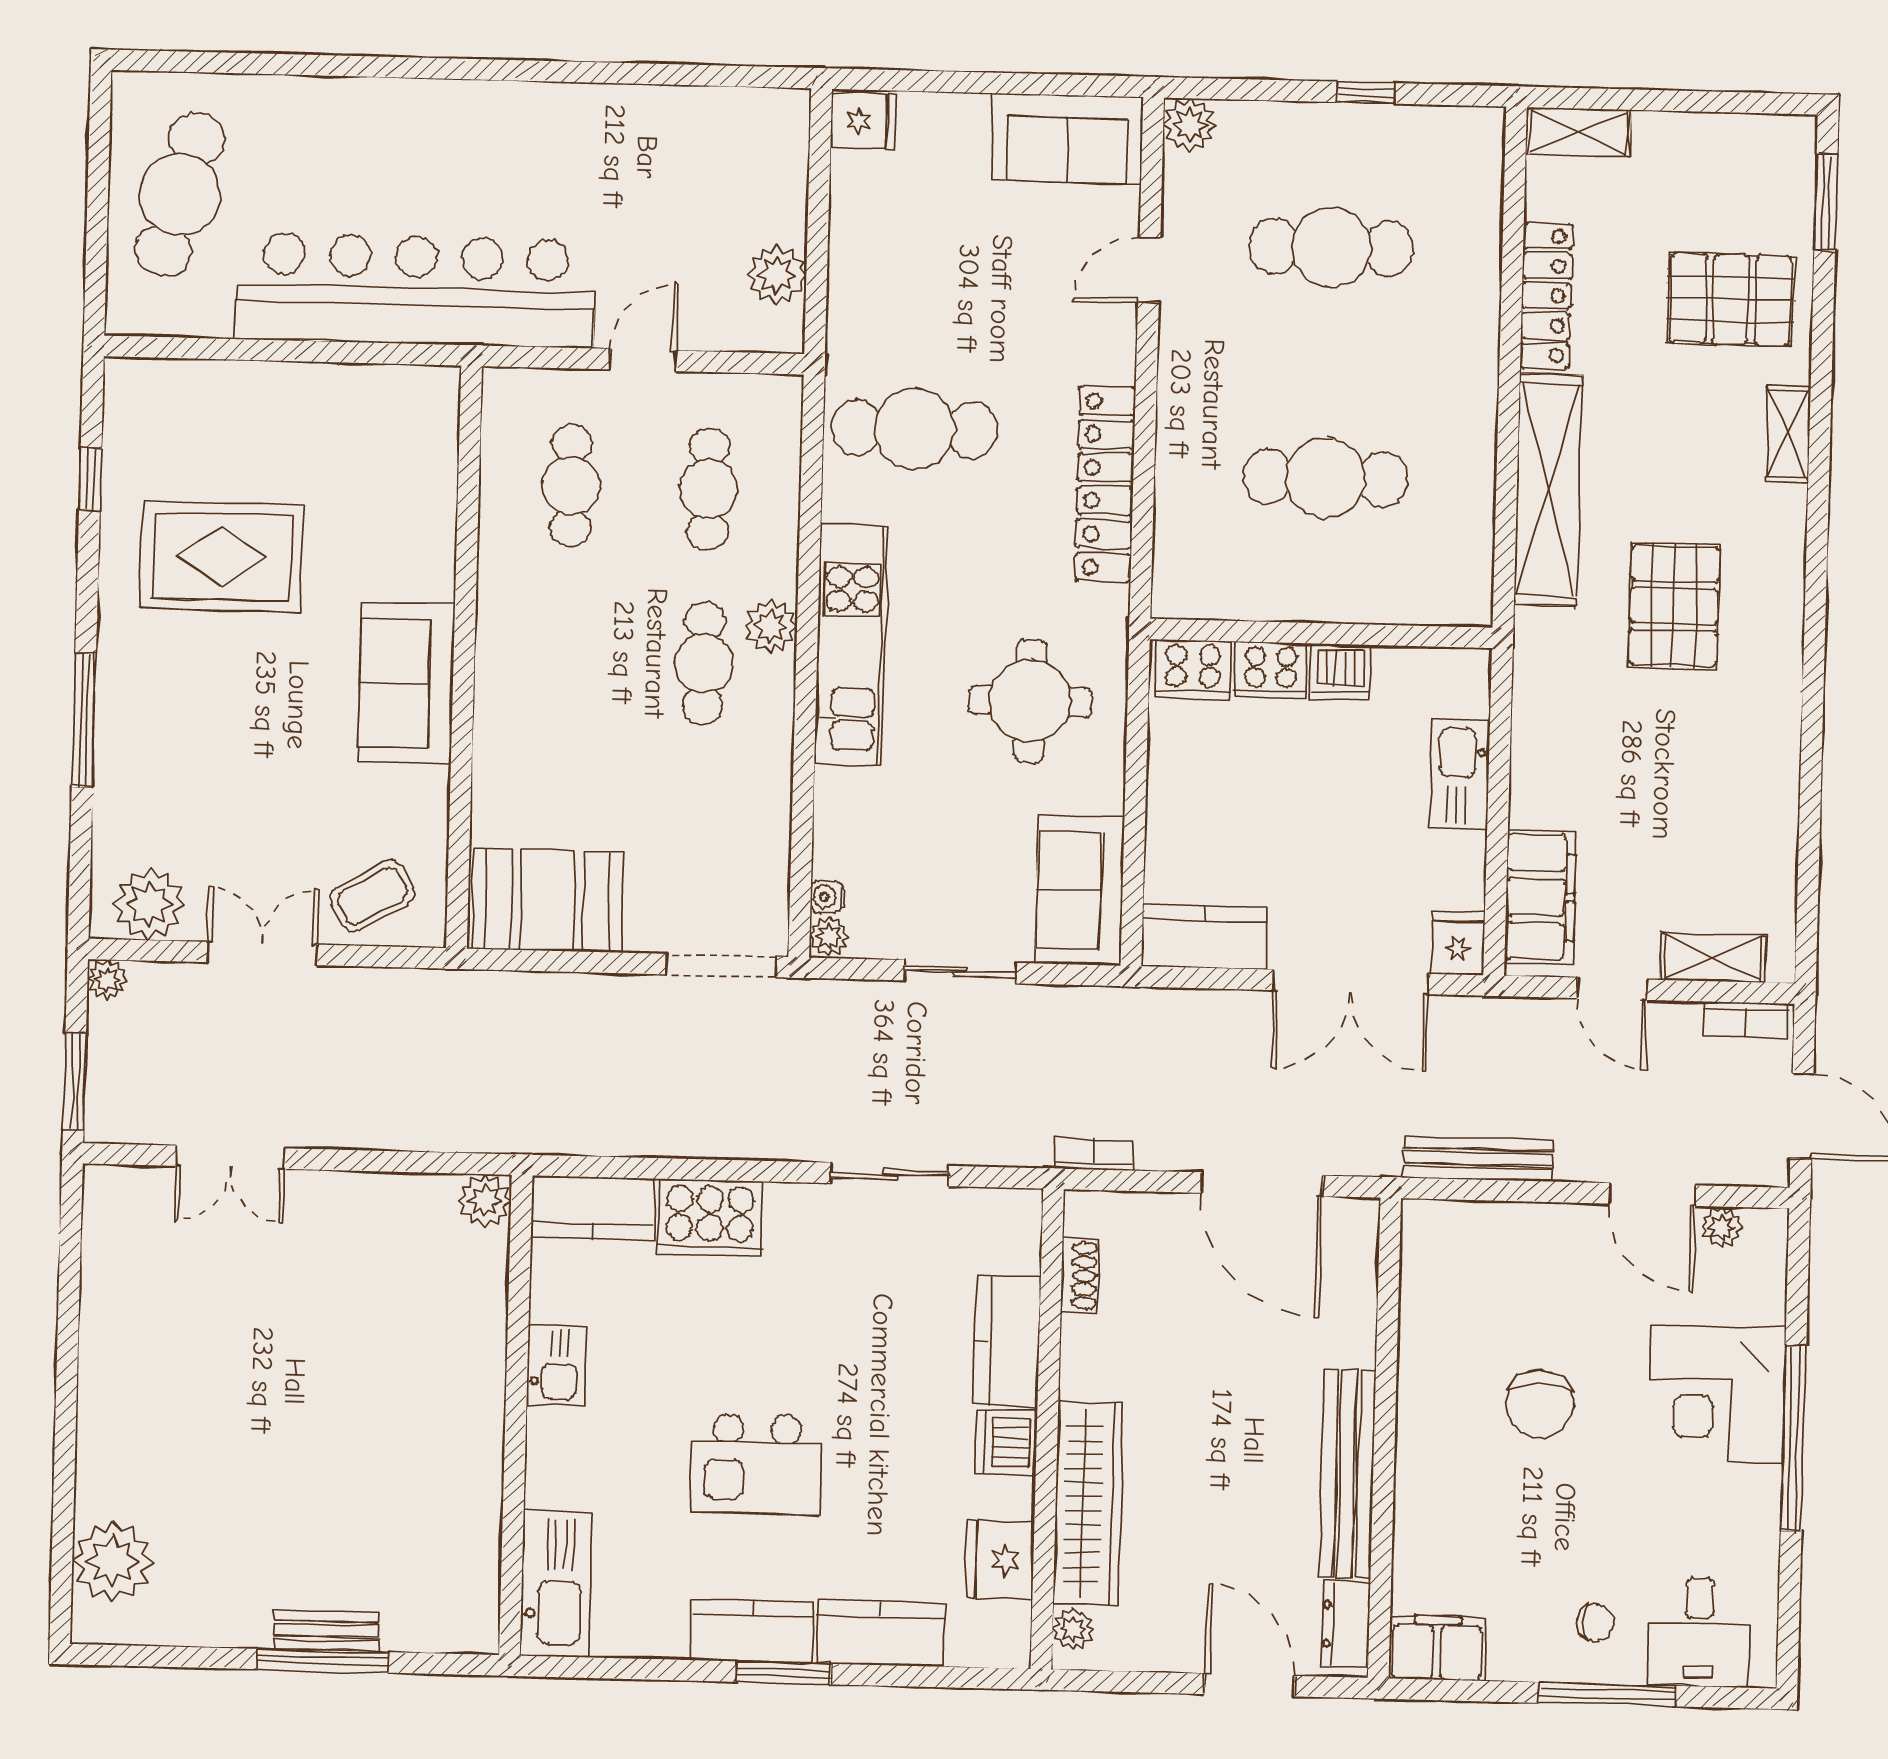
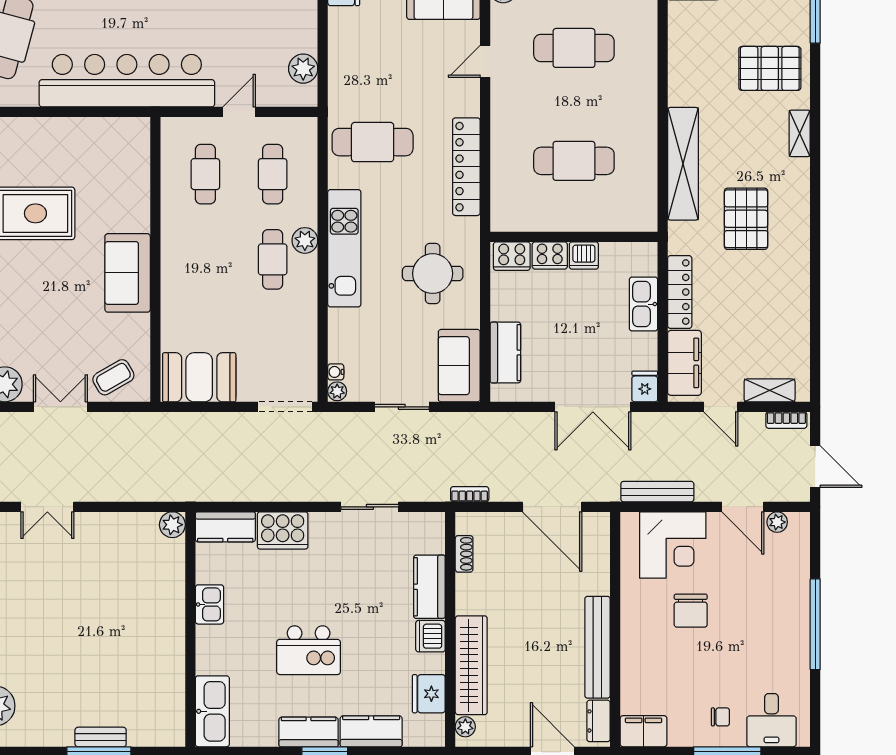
locker: (1546, 296) -> (680, 292), moved
kitchen counter: (1205, 937) -> (505, 353), moved, turned 90
corner desk: (1717, 1394) -> (673, 545), moved, turned -90

